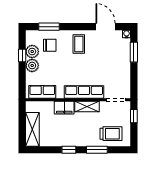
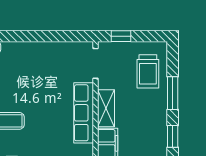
window: (134, 52) -> (22, 36), removed
trolley: (111, 134) -> (148, 71), turned 180

